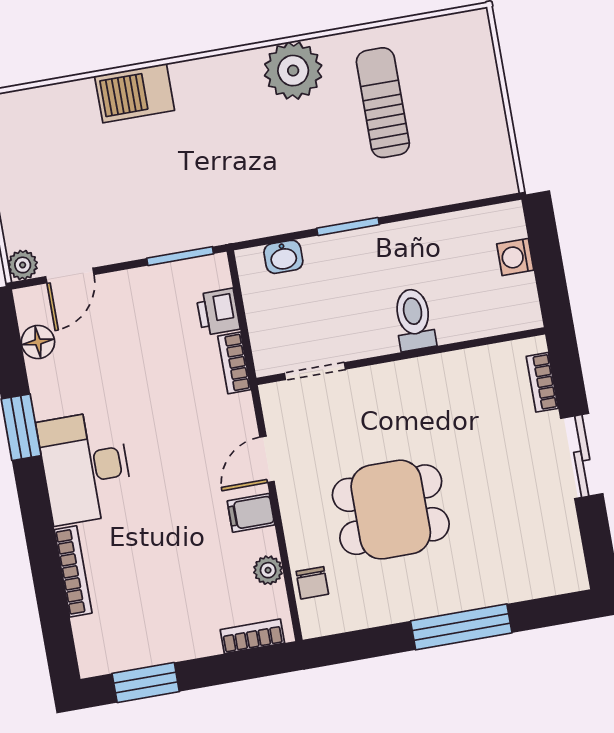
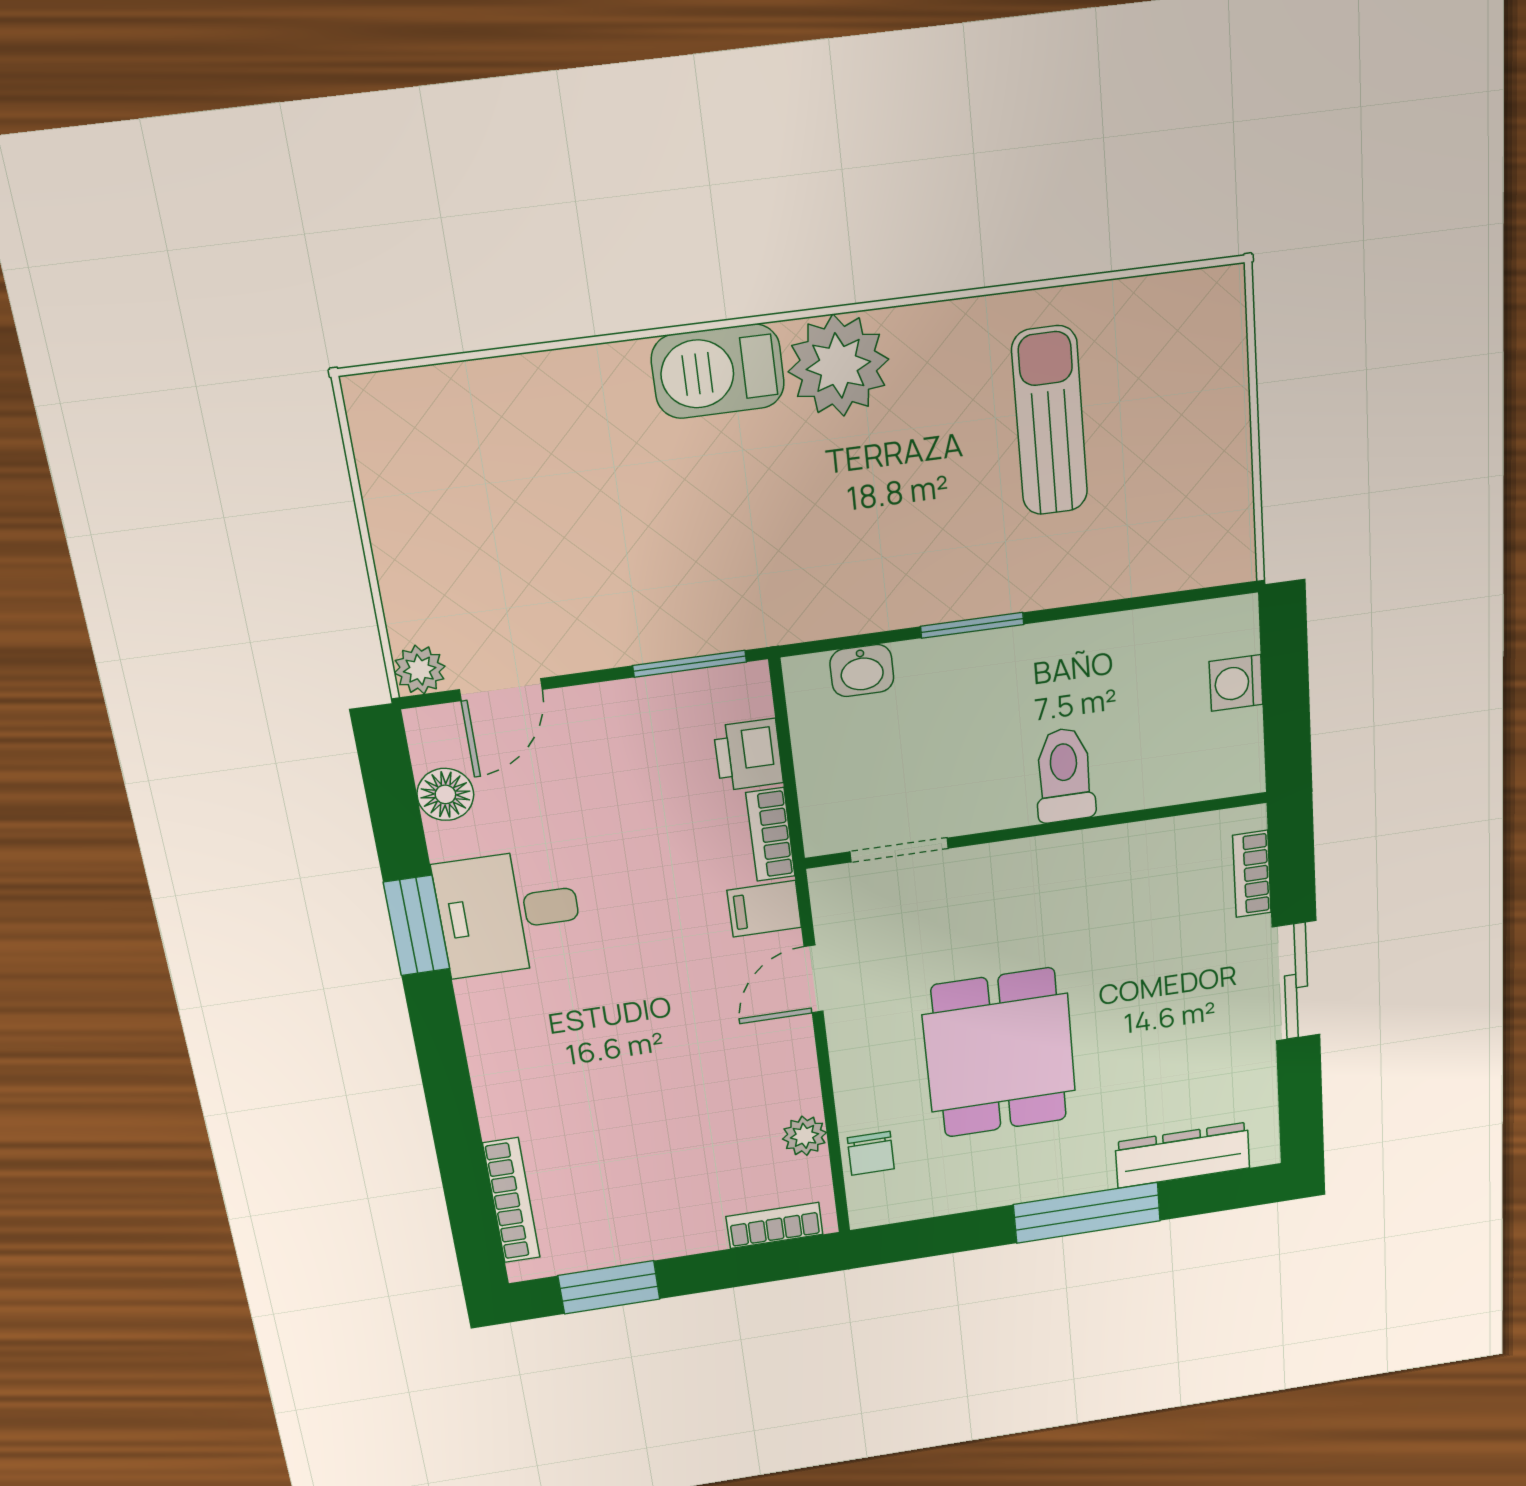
plant: (293, 71) -> (838, 365), moved
barbecue: (135, 93) -> (718, 371), moved
desk: (85, 467) -> (509, 913), moved, width x0.73
dining table: (391, 510) -> (999, 1053), turned 90
filing cabinet: (251, 513) -> (764, 909), moved
bookcase: (73, 571) -> (511, 1200), moved
dresser: (522, 583) -> (1183, 1155), added

